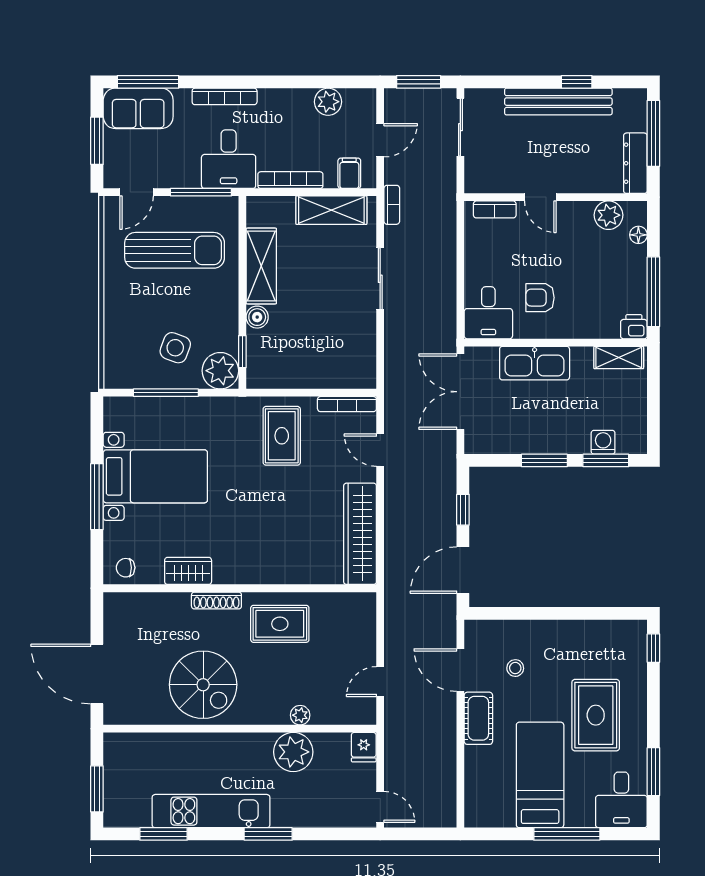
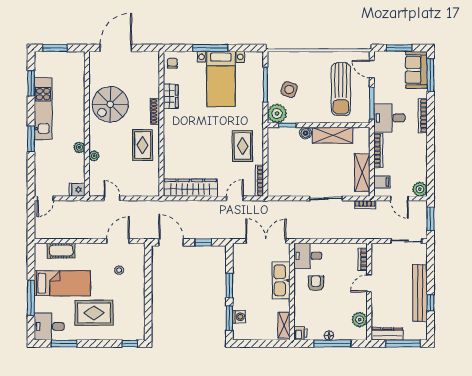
plant: (328, 102) -> (420, 189), moved
floor lamp: (638, 235) -> (329, 336), moved
window: (653, 292) -> (332, 344), moved
rug: (282, 436) -> (242, 146), turned 90
cot: (478, 718) -> (61, 251), moved
plant: (293, 752) -> (79, 147), width x0.53, depth x0.53

